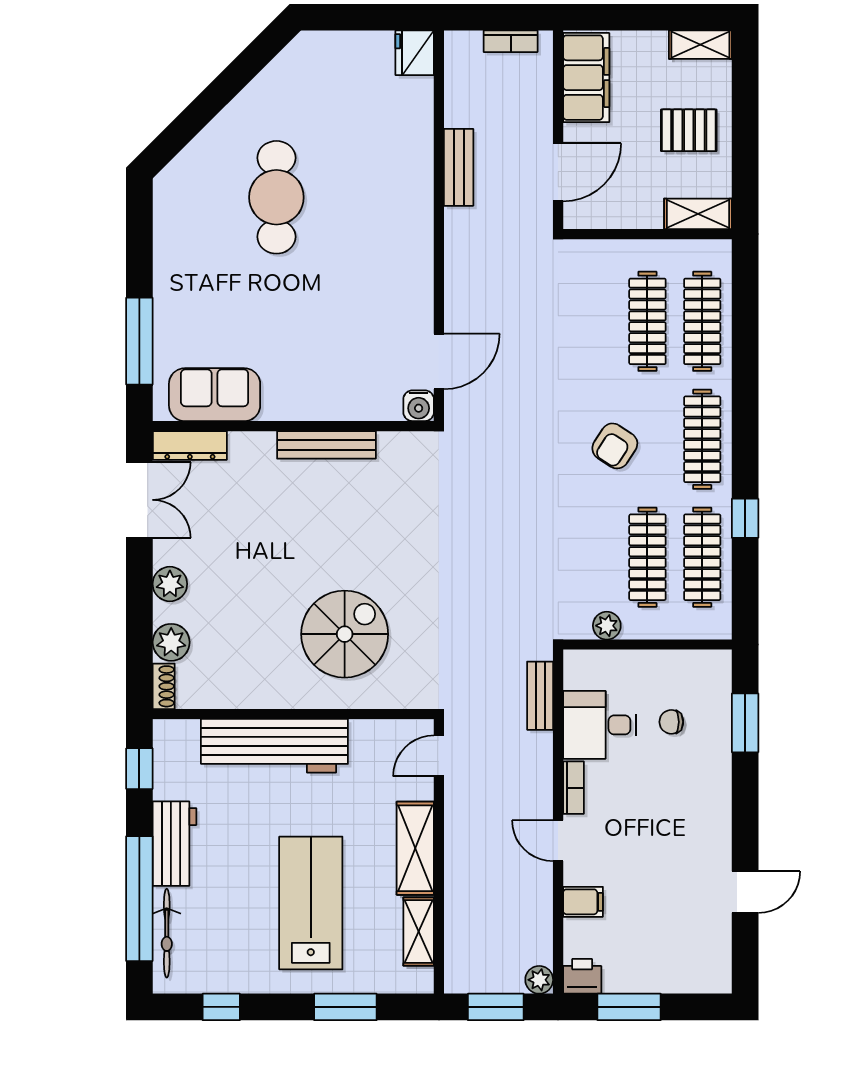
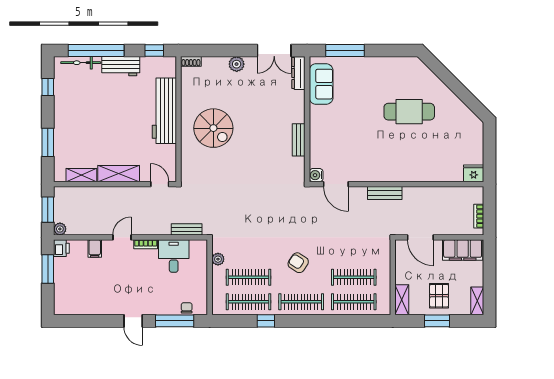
window: (745, 135) -> (437, 321), added
bench: (459, 167) -> (385, 193), moved
bench: (326, 445) -> (299, 140), width x0.73
spiral stairs: (345, 634) -> (213, 128), moved
plant: (171, 642) -> (211, 65), removed
chair: (671, 722) -> (187, 308), moved
window: (745, 723) -> (175, 321), width x1.44
door: (745, 892) -> (133, 321), moved
lab bench: (311, 903) -> (94, 127), removed

